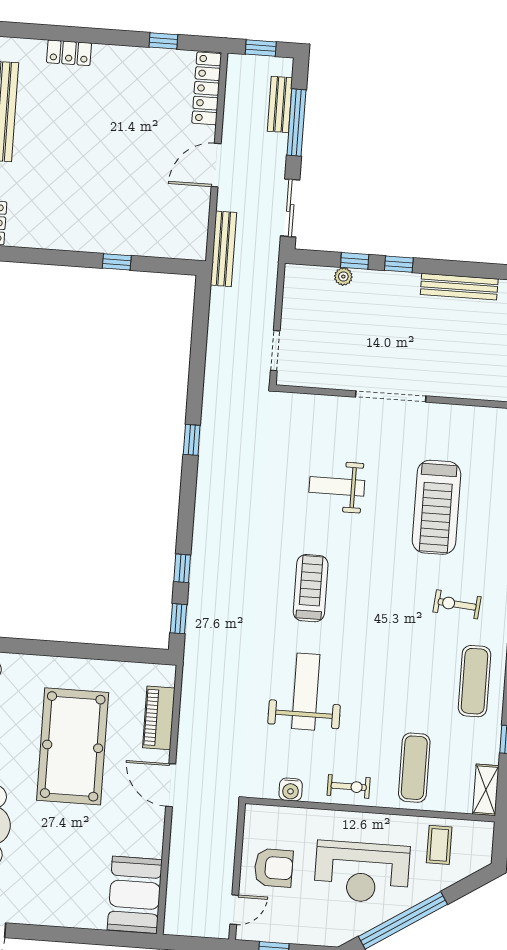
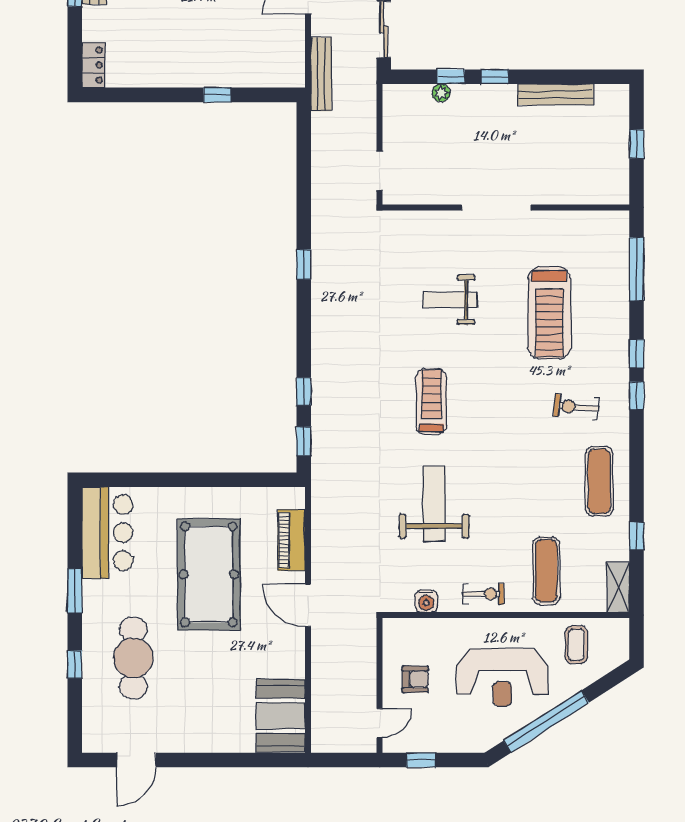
armchair: (274, 868) -> (415, 679), width x0.72, depth x0.72

